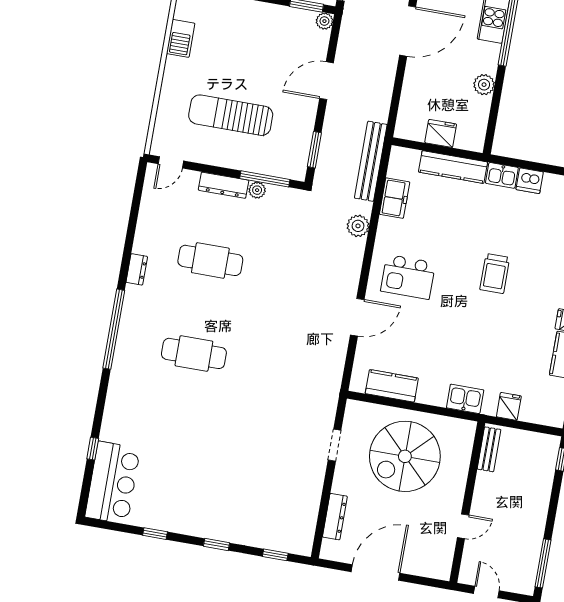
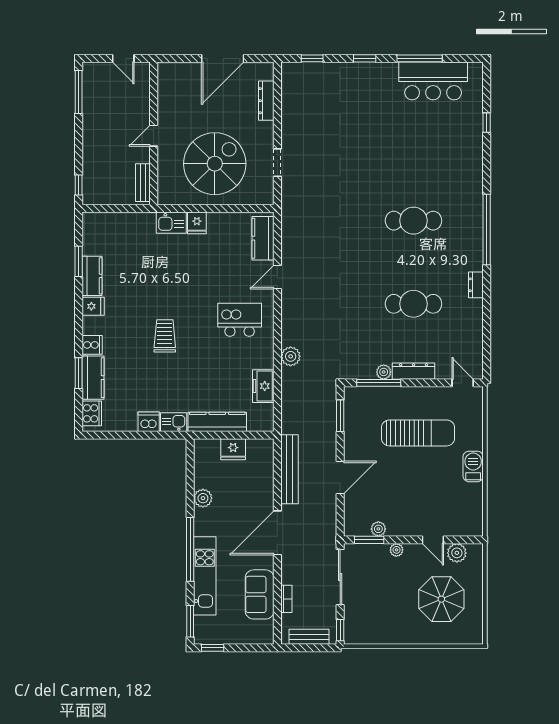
plant: (324, 21) -> (378, 529), moved
barbecue: (181, 38) -> (473, 466), moved
bench: (371, 161) -> (290, 469), moved
door: (171, 162) -> (463, 383), hinge flipped
door: (357, 317) -> (277, 277), width x0.73
kitchen counter: (392, 386) -> (263, 238), moved, turned 90
fridge: (509, 406) -> (197, 223), moved
bar counter: (113, 483) -> (433, 81), moved, turned -90
door: (463, 526) -> (154, 136), moved
window: (155, 534) -> (420, 58), width x2.17

